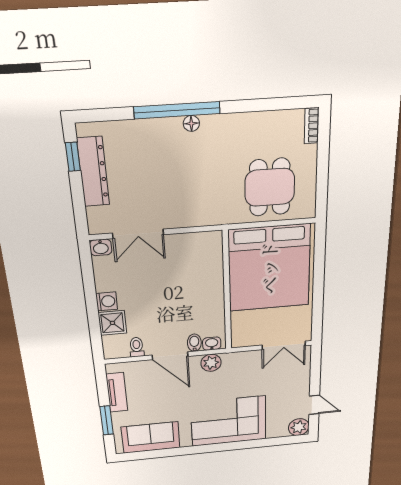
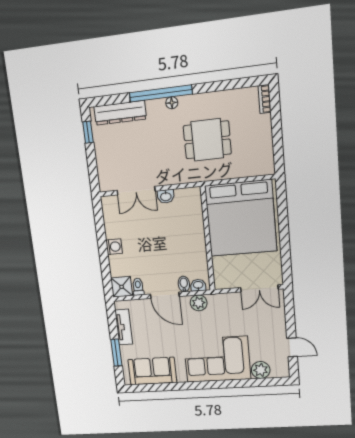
dresser: (93, 172) -> (120, 113), moved, turned 90
dining table: (270, 187) -> (207, 140), moved, turned 90
washbasin: (101, 247) -> (166, 196), moved
shower: (112, 323) -> (122, 287), moved
plant: (299, 427) -> (261, 370), moved

